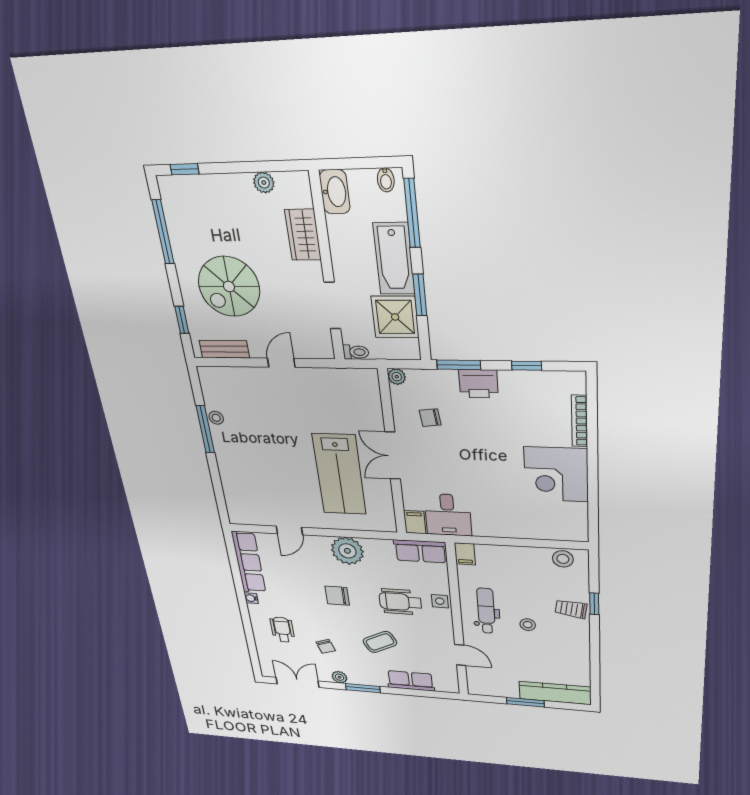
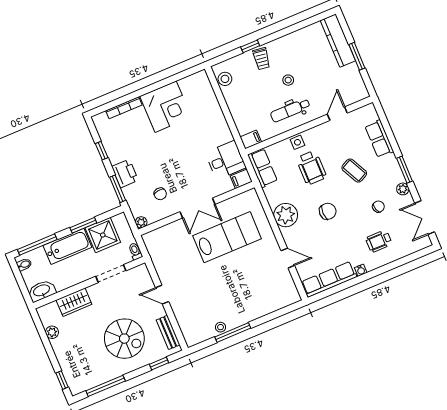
chair: (337, 596) -> (328, 211), turned -90

